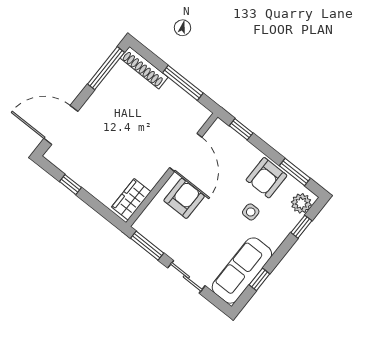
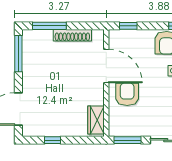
shoe rack: (144, 68) -> (72, 35), moved
window: (183, 83) -> (49, 26), moved

